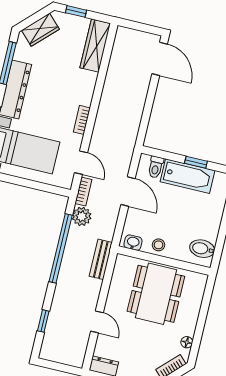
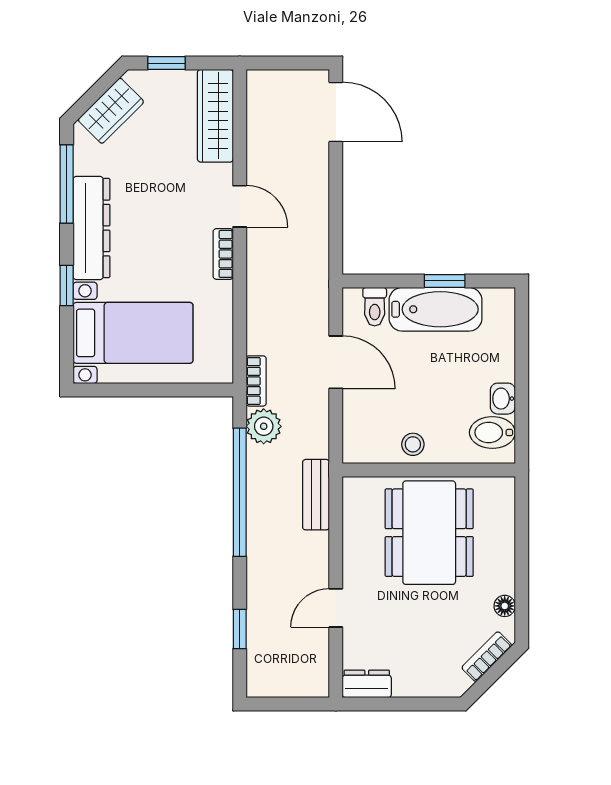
door: (81, 163) -> (240, 206), moved
washbasin: (133, 243) -> (503, 399), moved, turned -90
door: (97, 322) -> (336, 608), swing flipped

